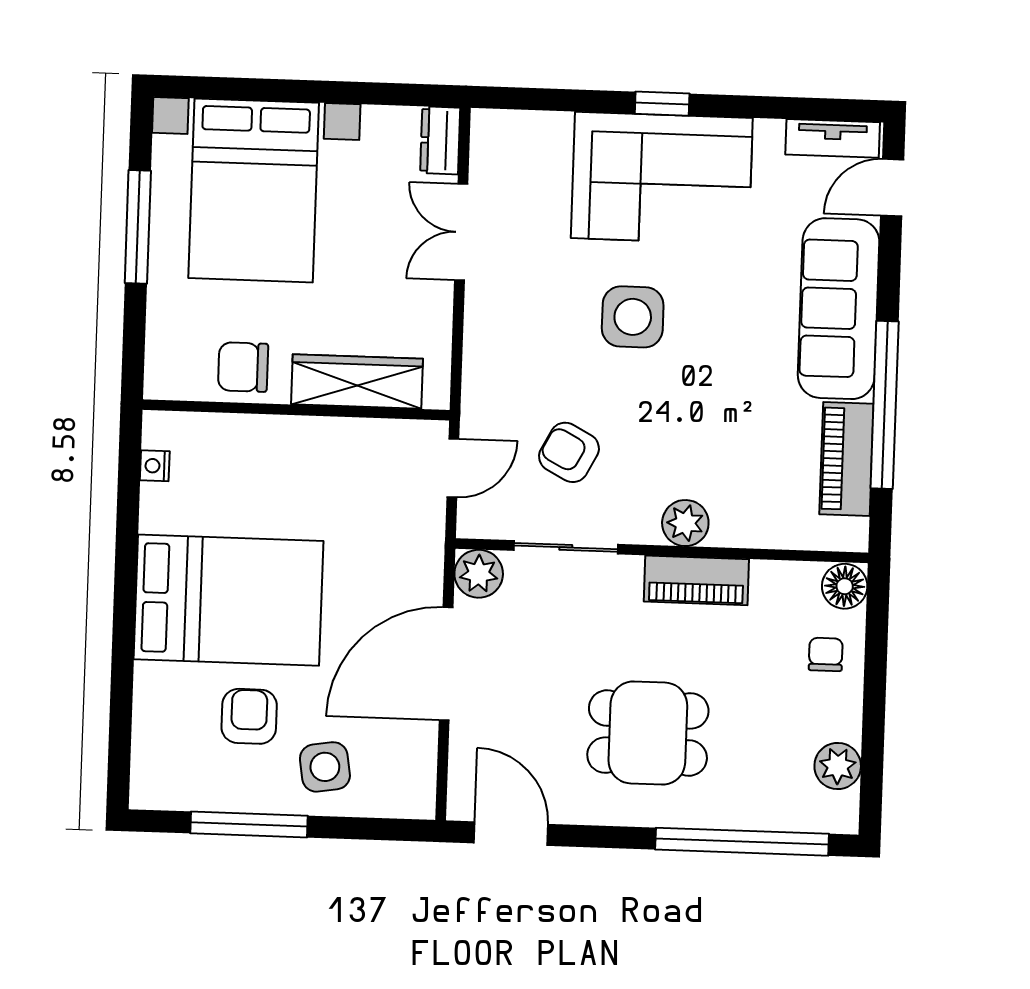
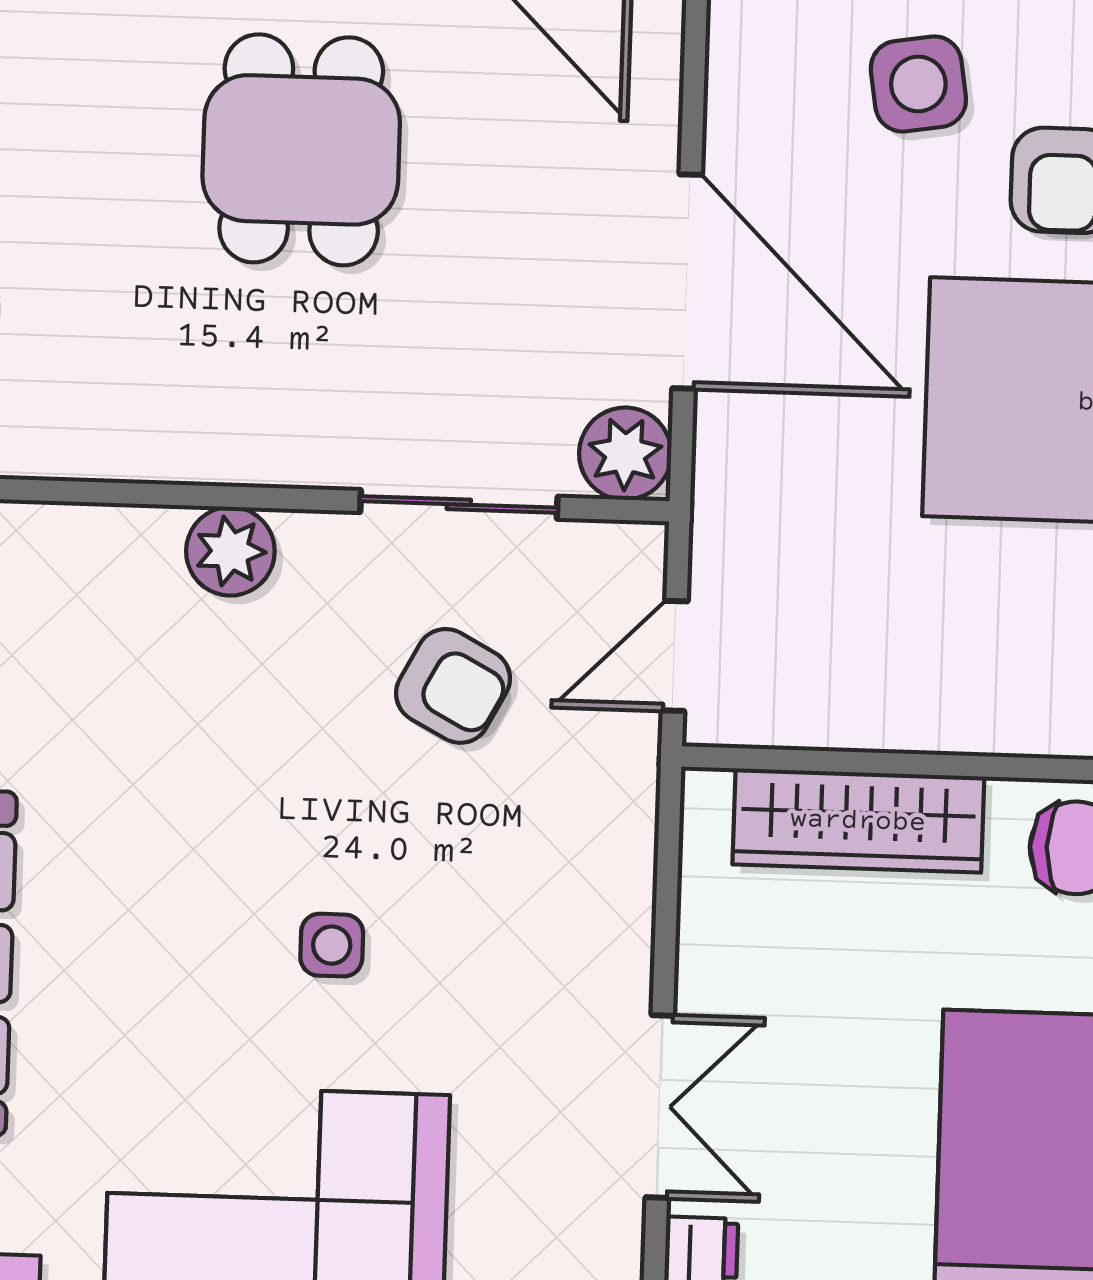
side table: (633, 317) -> (332, 945), width x0.54, depth x0.54
piano: (696, 580) -> (209, 442), removed
door: (446, 664) -> (687, 281), hinge flipped
dining table: (648, 733) -> (301, 150), turned 90

